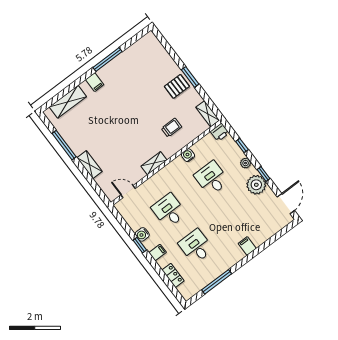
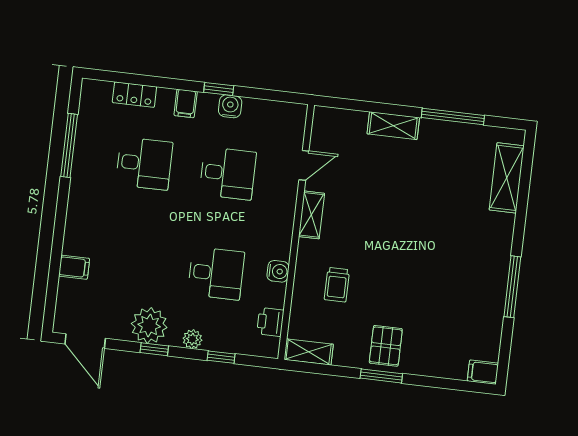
filing cabinet: (95, 82) -> (483, 372), moved
printer: (220, 132) -> (270, 322), moved
door: (128, 192) -> (304, 165), moved
filing cabinet: (247, 246) -> (74, 267), moved

